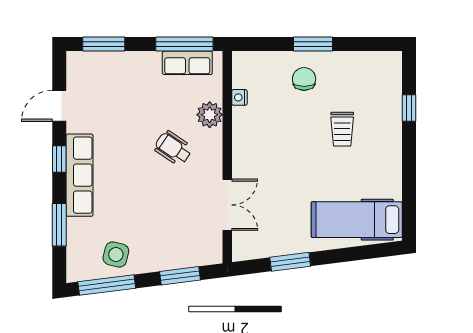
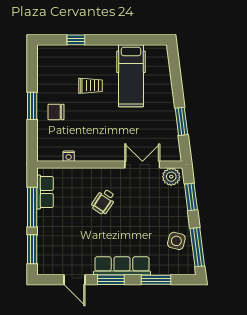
window: (184, 44) -> (32, 207), moved
plant: (210, 115) -> (171, 177), moved
window: (59, 159) -> (111, 280), width x1.50
hospital bed: (357, 220) -> (131, 76), moved

